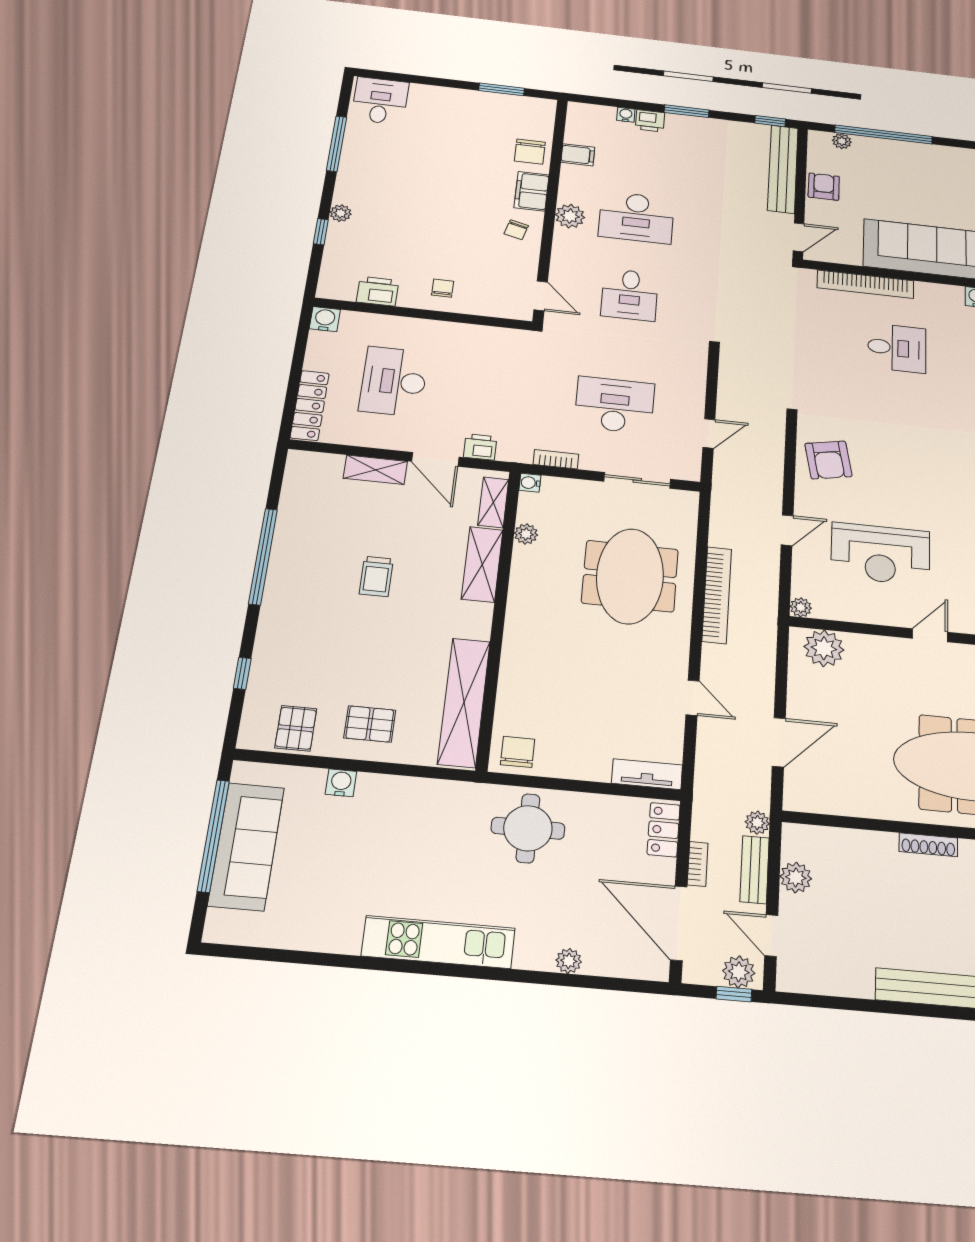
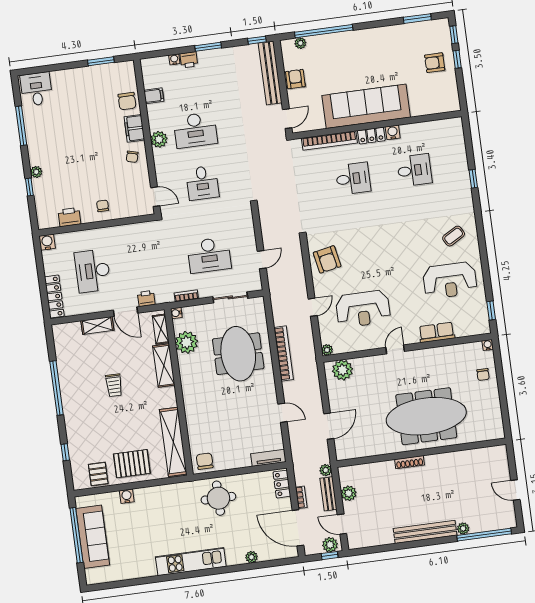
locker: (939, 294) -> (371, 136), added
desk: (615, 405) -> (209, 255), turned 180
plant: (526, 534) -> (187, 342), width x1.88, depth x1.88
pallet: (370, 724) -> (132, 464), width x1.50, depth x1.42

